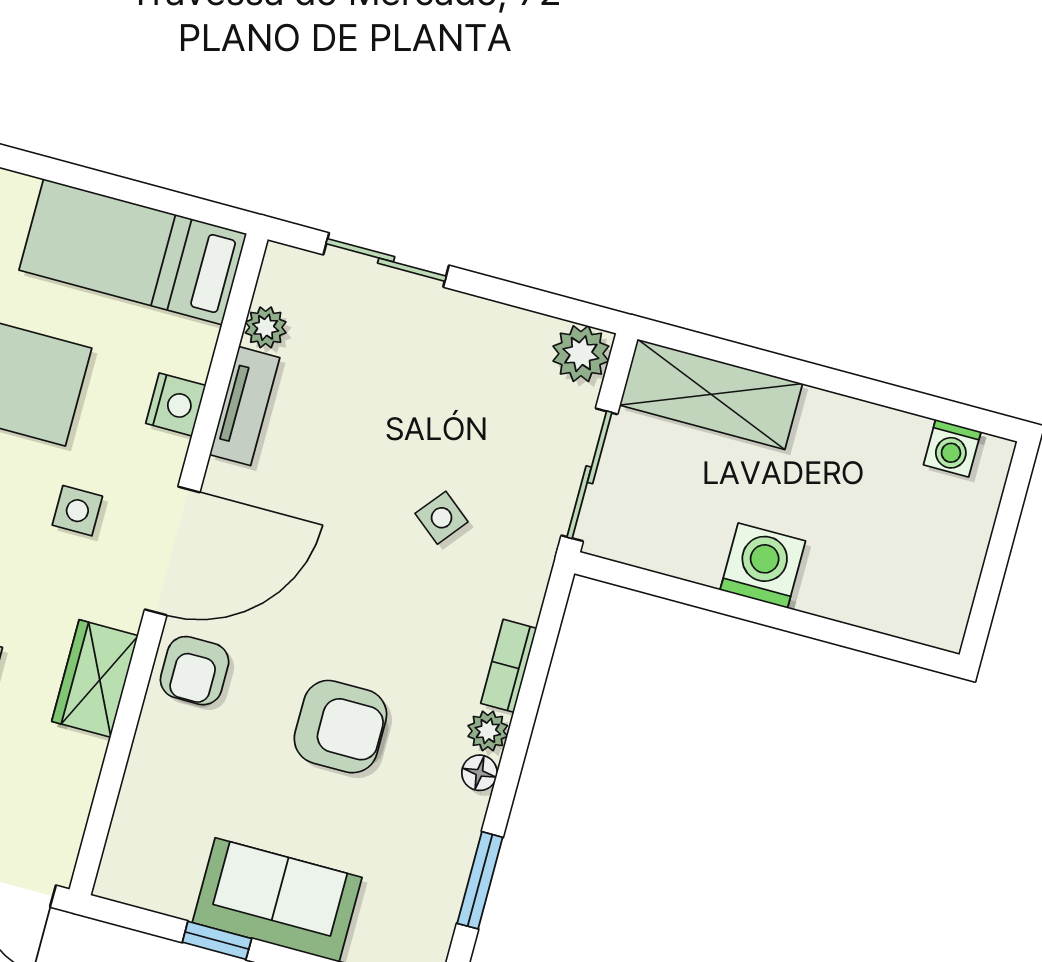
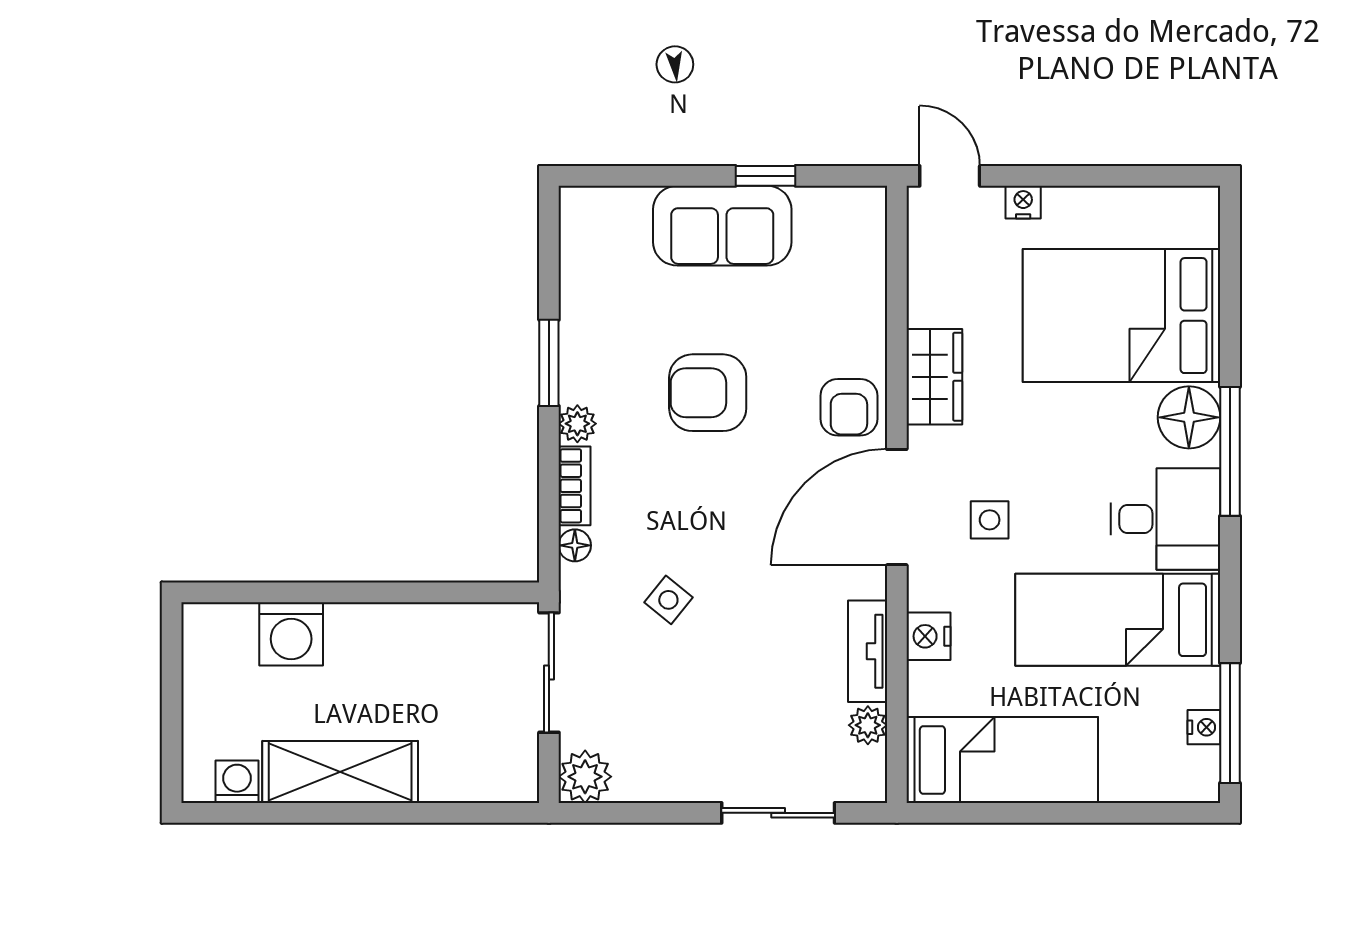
shelving: (711, 394) -> (340, 772), moved
washing machine: (763, 566) -> (291, 634), moved
armchair: (195, 671) -> (849, 407), turned 180
floor lamp: (479, 773) -> (575, 545), moved
window: (480, 880) -> (549, 363), moved

